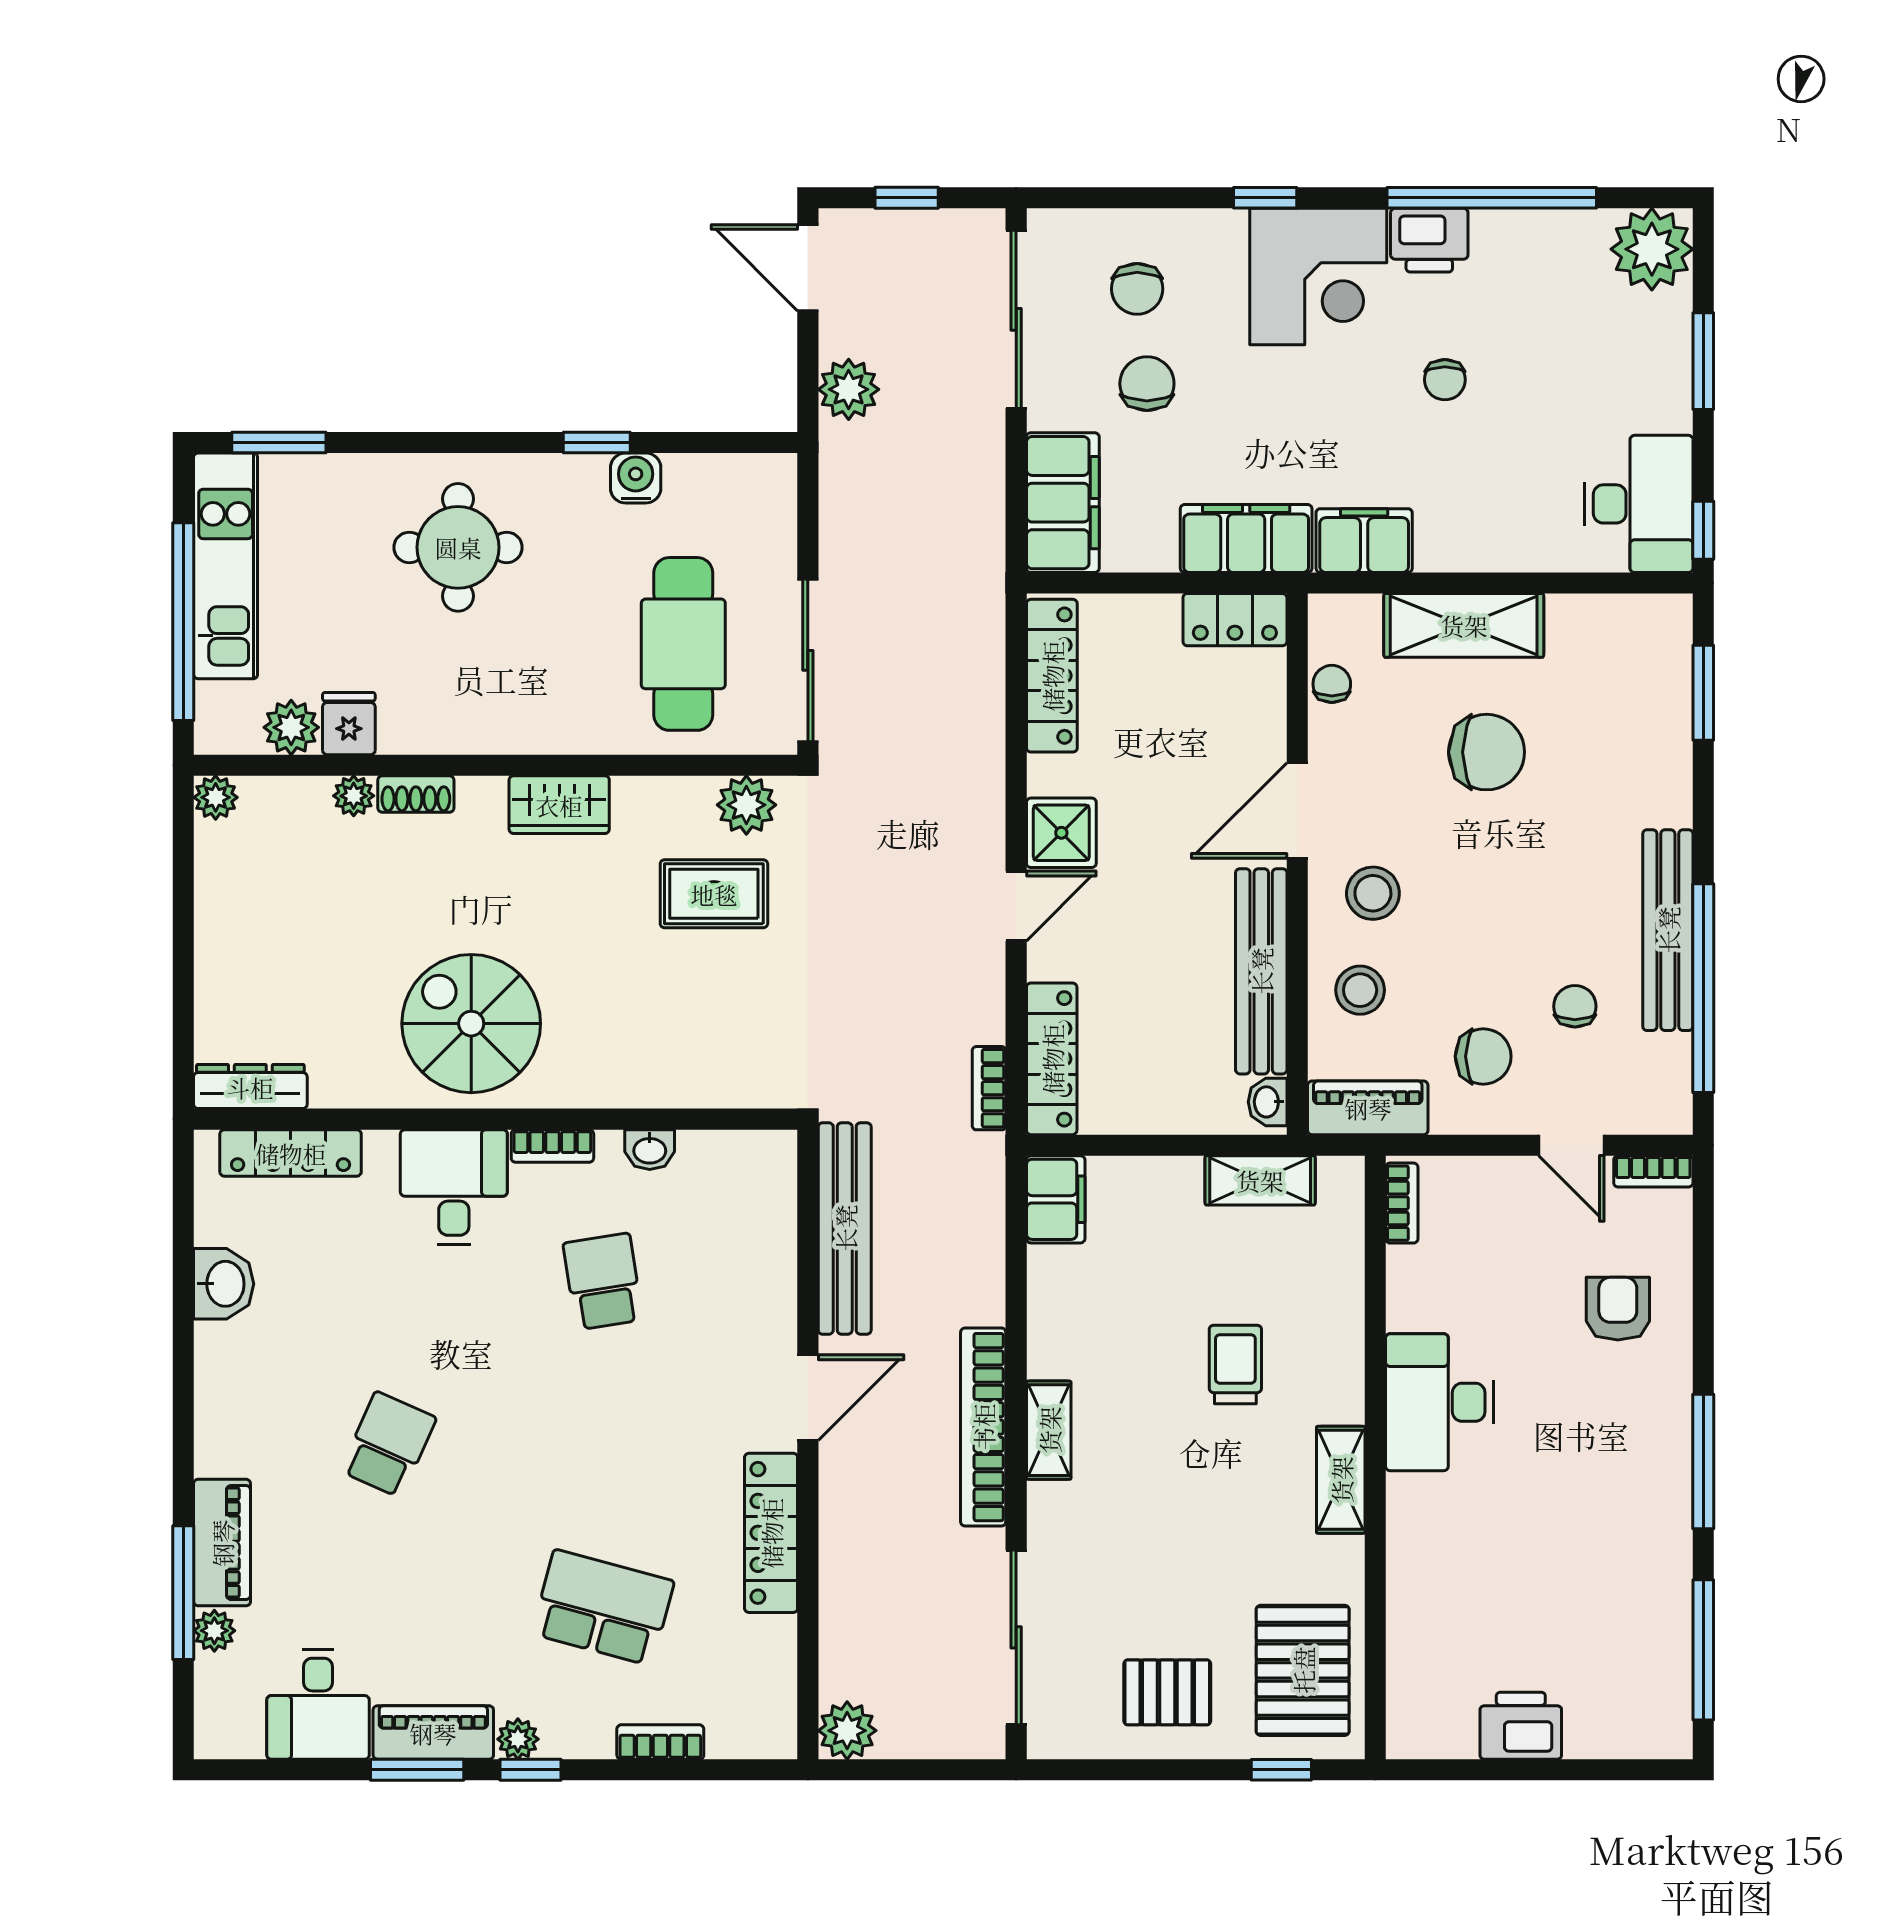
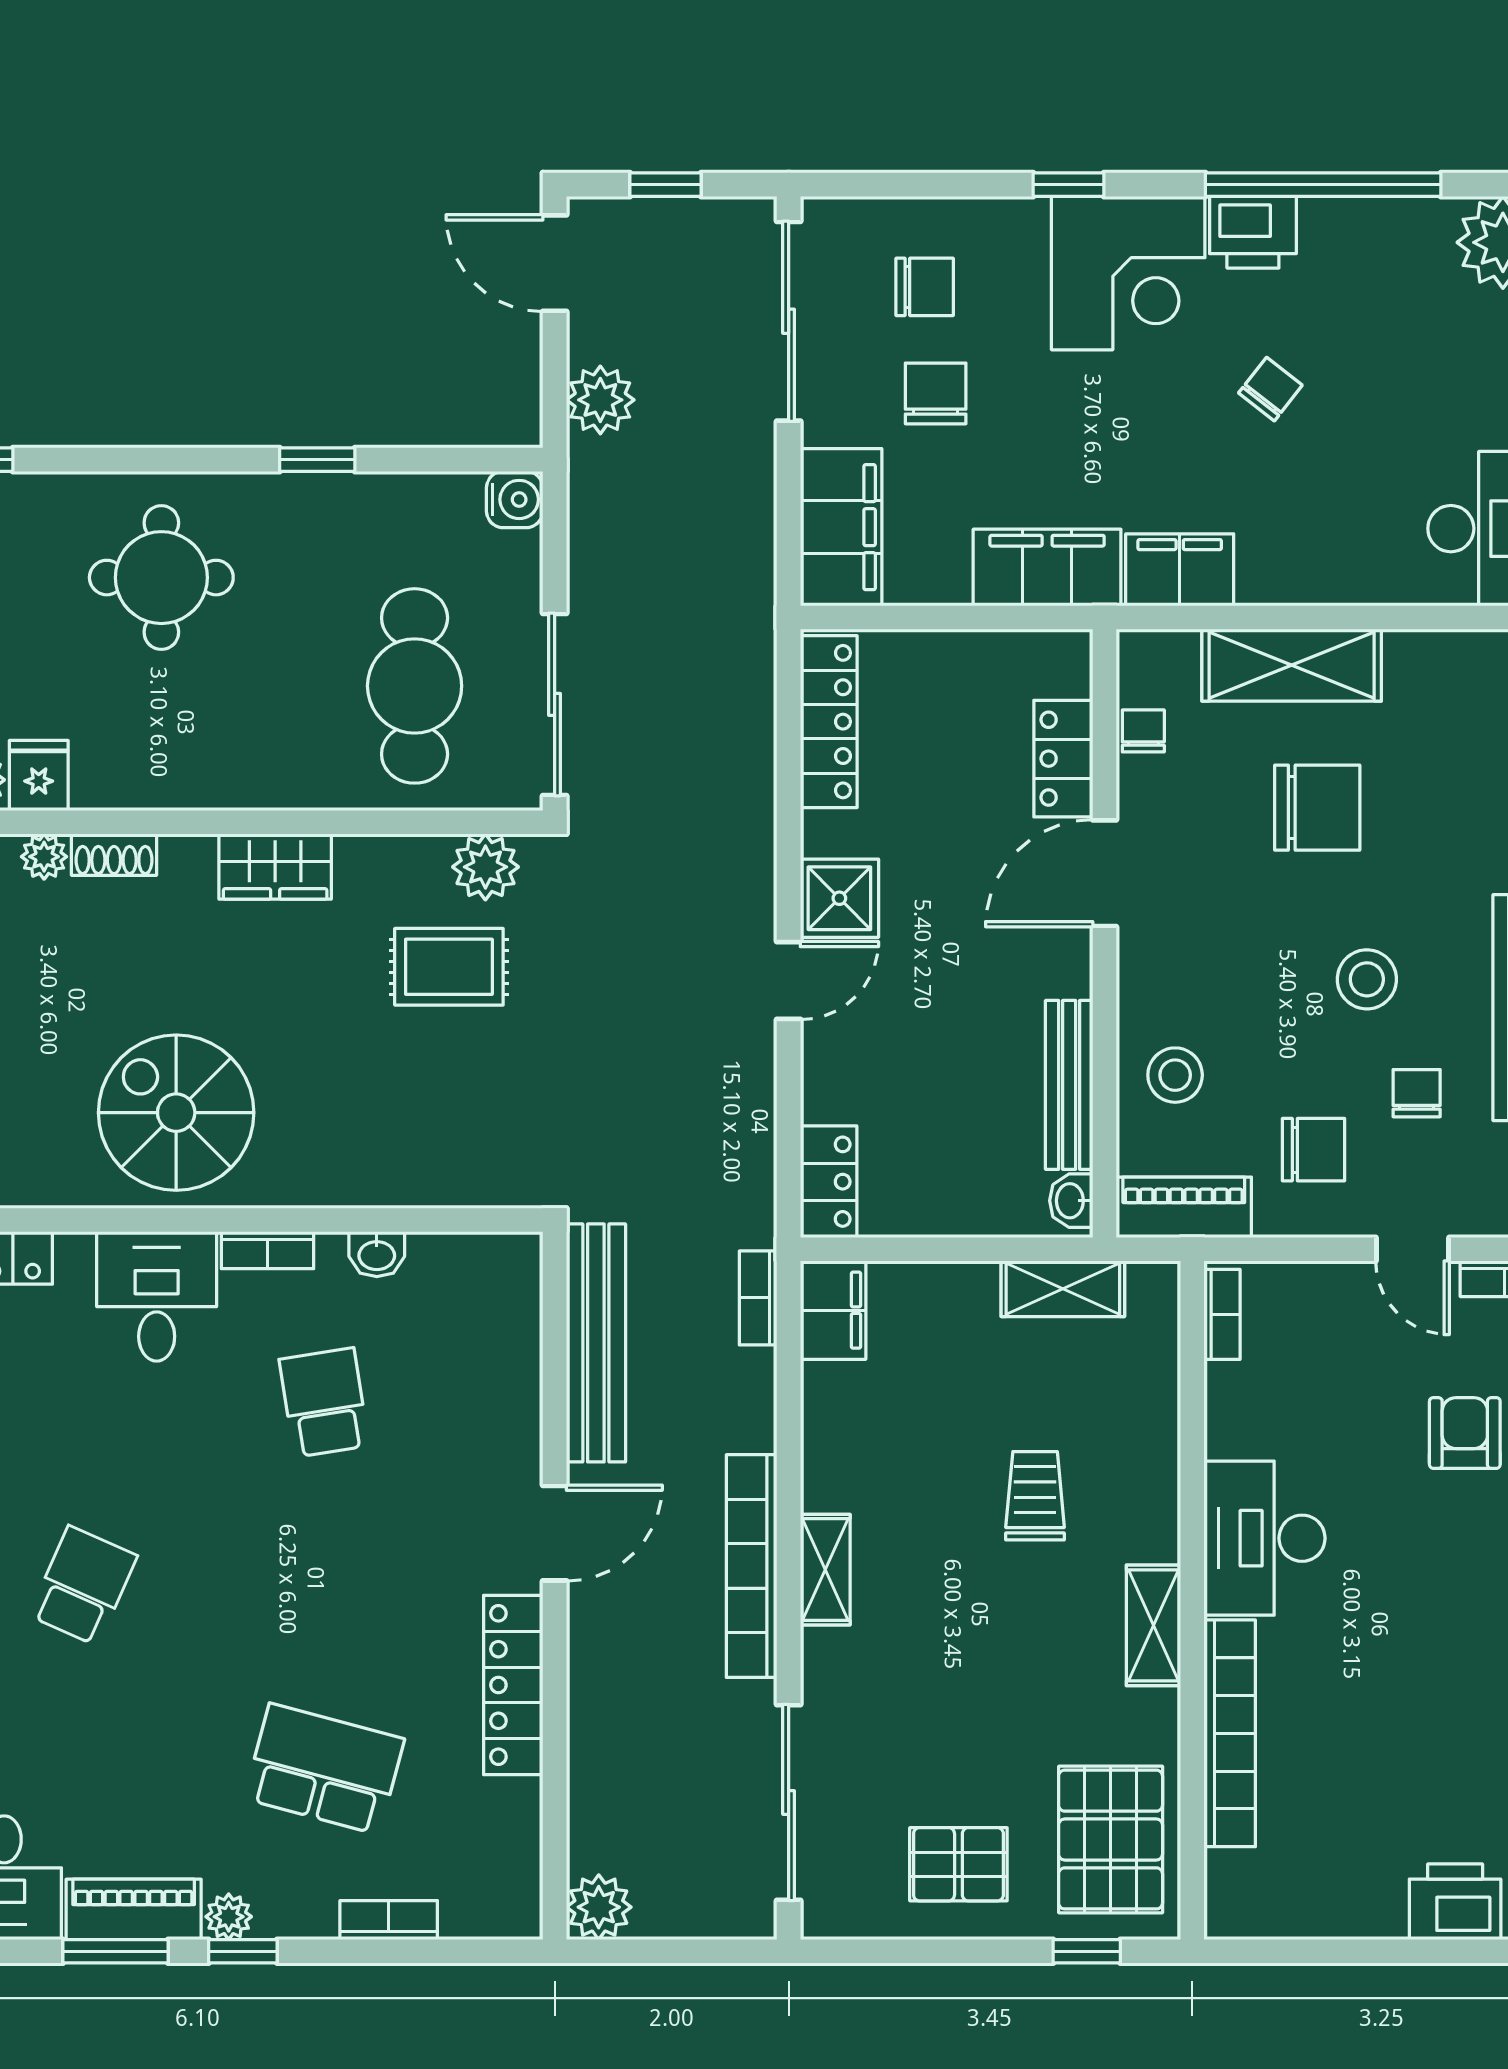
chair: (1137, 289) -> (925, 287), turned -90
chair: (1445, 380) -> (1270, 389), turned -142
water cooler: (636, 478) -> (515, 499), moved, turned 90
locker: (1235, 620) -> (1063, 759), moved, turned 90
stool: (1373, 893) -> (1367, 979), moved
bench: (1261, 971) -> (1069, 1085), width x0.73, depth x0.82
locker: (1052, 1059) -> (829, 1182), width x0.66
bookcase: (989, 1088) -> (758, 1298), moved
bookcase: (1409, 1576) -> (1230, 1733), added
printer: (1521, 1726) -> (1455, 1902), moved

